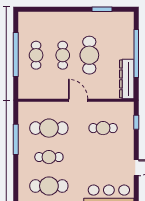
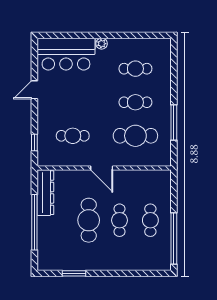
window: (16, 55) -> (174, 238), moved
cafe table: (49, 186) -> (135, 69), width x0.73, depth x0.74

